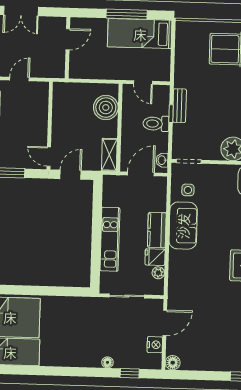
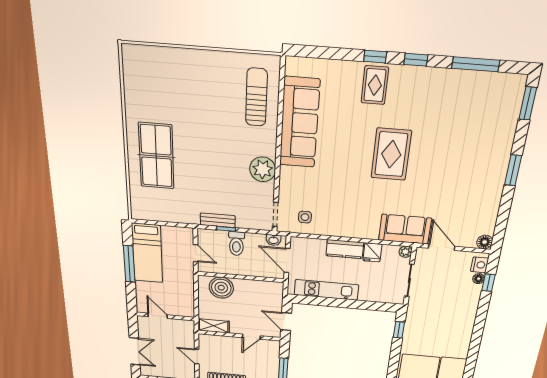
door: (143, 83) -> (196, 253), hinge flipped
shelving: (109, 155) -> (214, 326), moved
door: (49, 157) -> (251, 337), moved
sofa: (183, 226) -> (405, 229), moved
kitchen unit: (110, 239) -> (326, 290), moved
plant: (158, 273) -> (405, 252), moved
window: (69, 292) -> (399, 330), added
nightstand: (155, 345) -> (480, 265), moved, turned 90
floor lamp: (107, 362) -> (479, 279), moved

